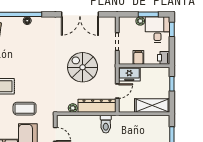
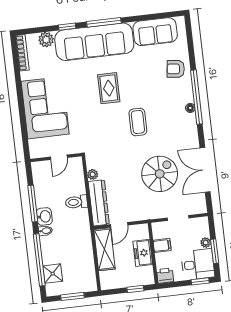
spiral stairs: (83, 67) -> (160, 174), moved
freezer: (129, 74) -> (143, 253), moved
door: (117, 91) -> (119, 225), hinge flipped
shelving: (152, 105) -> (104, 249), moved
coffee table: (25, 109) -> (138, 122), moved
toilet: (106, 124) -> (76, 202), moved

